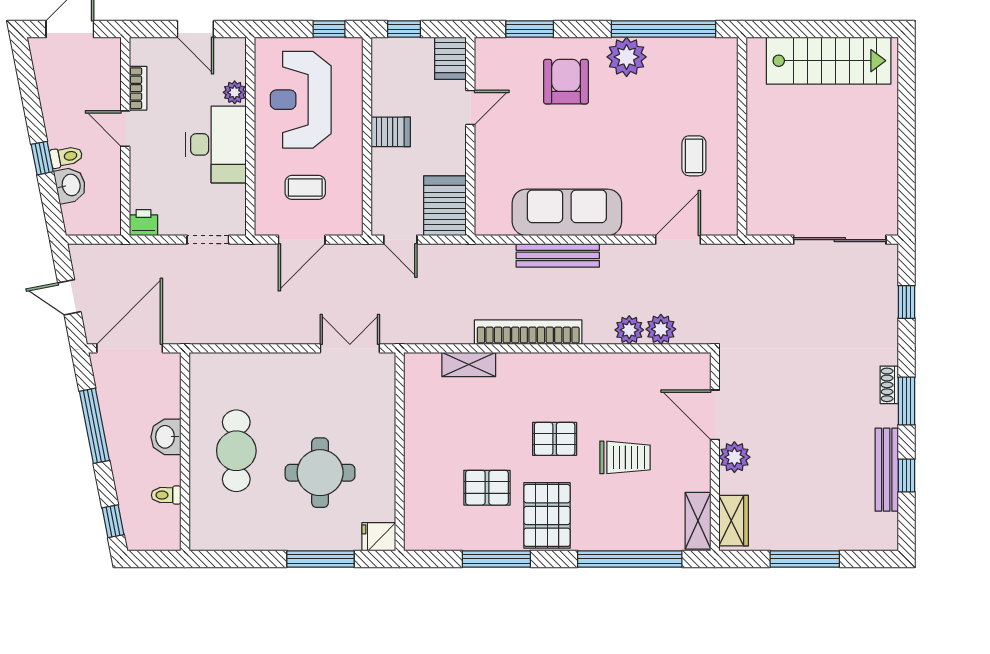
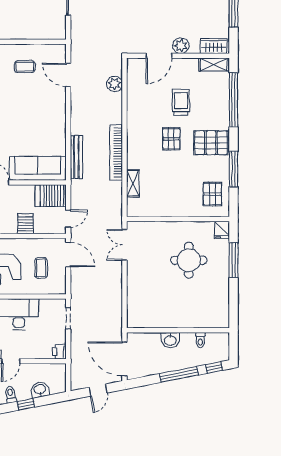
server rack: (391, 132) -> (26, 224), moved
toilet: (66, 157) -> (11, 395), moved
sofa: (567, 212) -> (38, 168), moved, turned 90
door: (302, 240) -> (68, 255), moved
bench: (558, 255) -> (76, 157), moved
plant: (629, 330) -> (115, 100), removed
window: (94, 426) -> (179, 374), moved
cafe table: (236, 451) -> (177, 304), removed
pallet: (487, 488) -> (212, 194), moved

